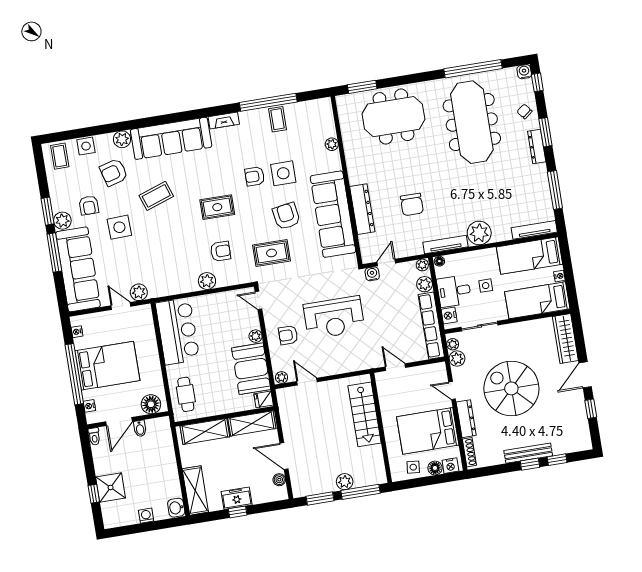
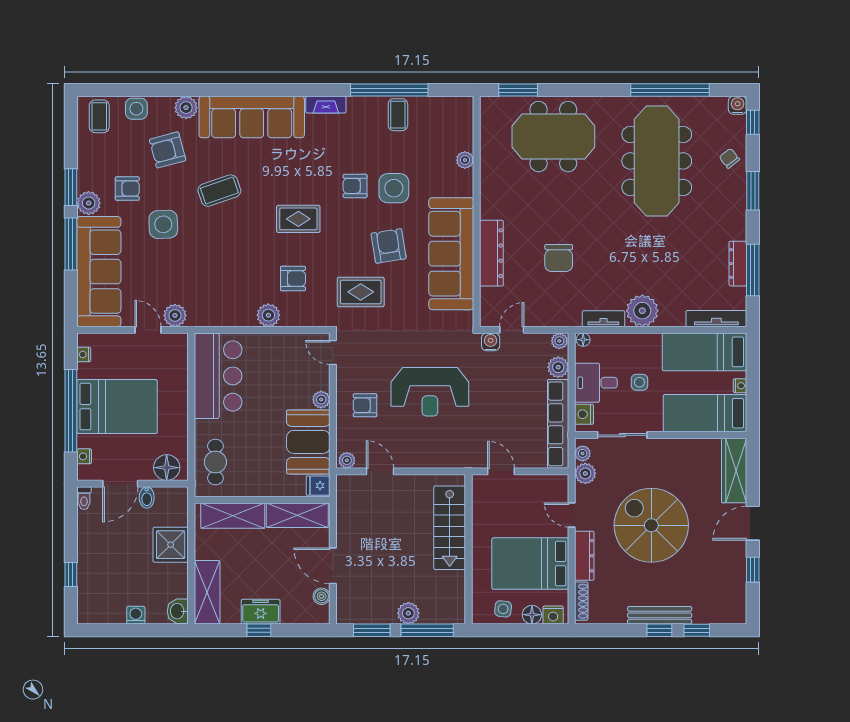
dresser: (537, 146) -> (738, 264), moved
armchair: (89, 205) -> (127, 189), turned -90
tv unit: (445, 245) -> (603, 319), width x0.71
shower: (111, 487) -> (171, 545), moved

